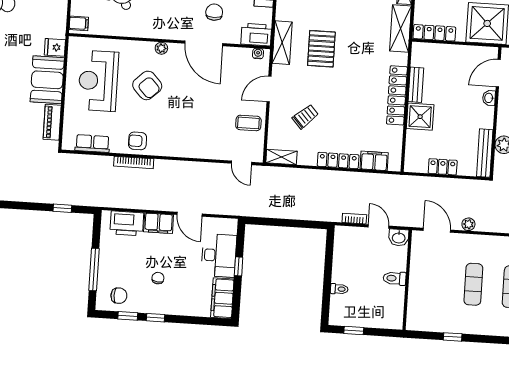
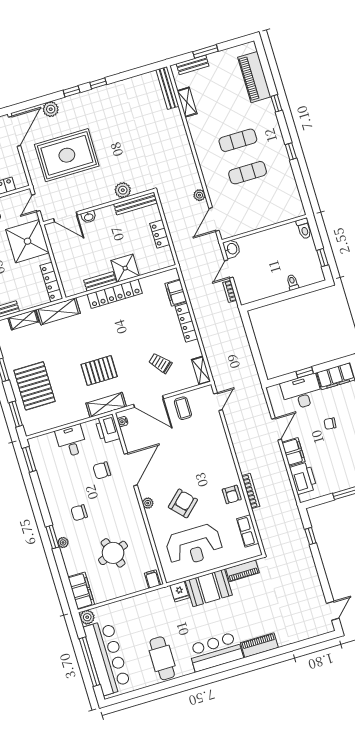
door: (269, 89) -> (149, 402), width x1.36
chair: (158, 278) -> (330, 424), moved
toilet: (395, 278) -> (304, 229), moved
window: (453, 337) -> (291, 151), moved

